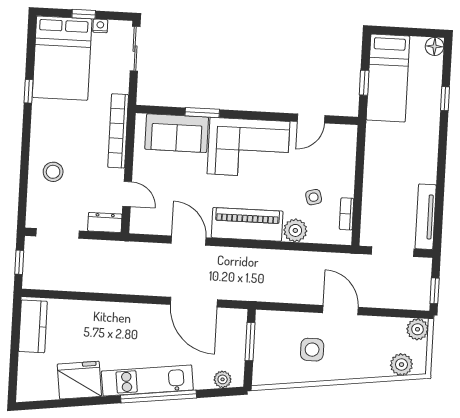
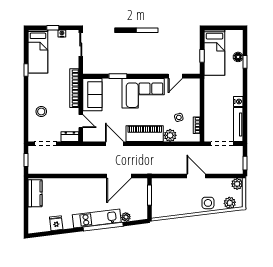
floor lamp: (435, 46) -> (238, 57), moved
bed: (62, 58) -> (38, 52), width x0.67
sofa: (177, 133) -> (92, 95), moved, turned -90
nightstand: (428, 173) -> (238, 101), added
door: (194, 302) -> (119, 176), hinge flipped
side table: (312, 350) -> (208, 203), moved
plant: (223, 379) -> (126, 217), moved
fridge: (79, 380) -> (56, 223), width x0.53, depth x0.75

